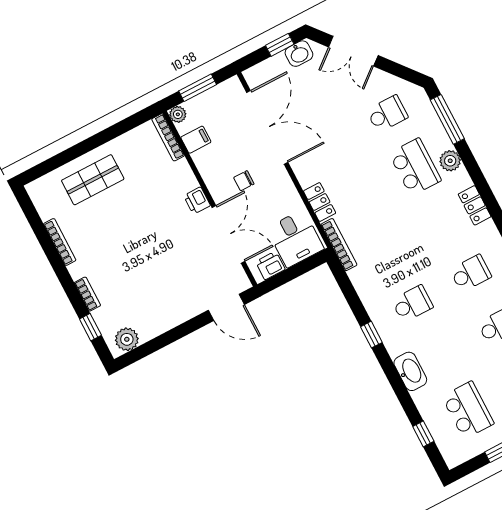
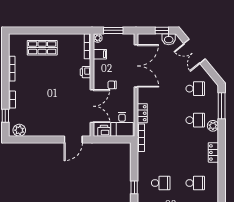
school desk: (415, 167) -> (195, 120), width x0.54
printer: (197, 201) -> (86, 72), moved
door: (226, 307) -> (73, 140), hinge flipped

